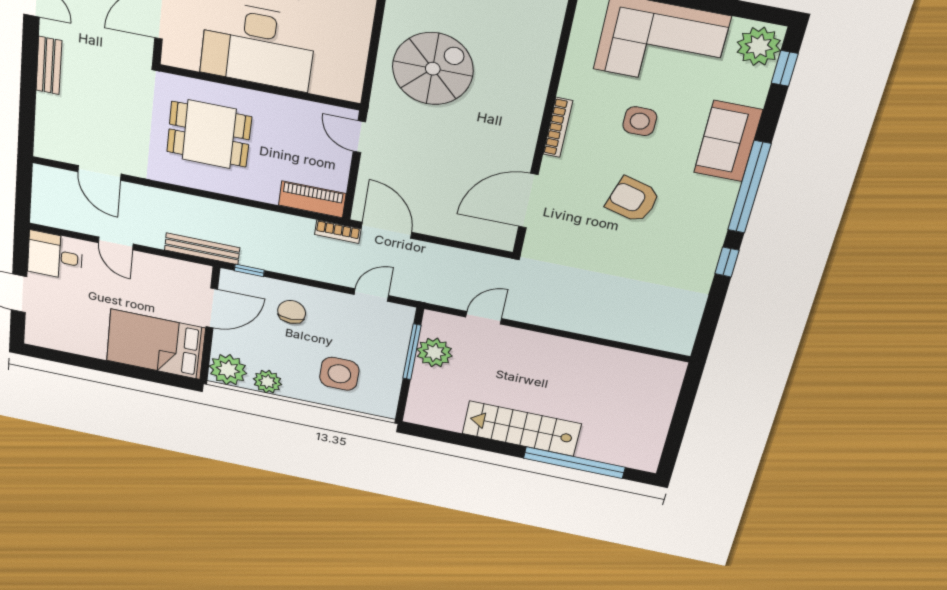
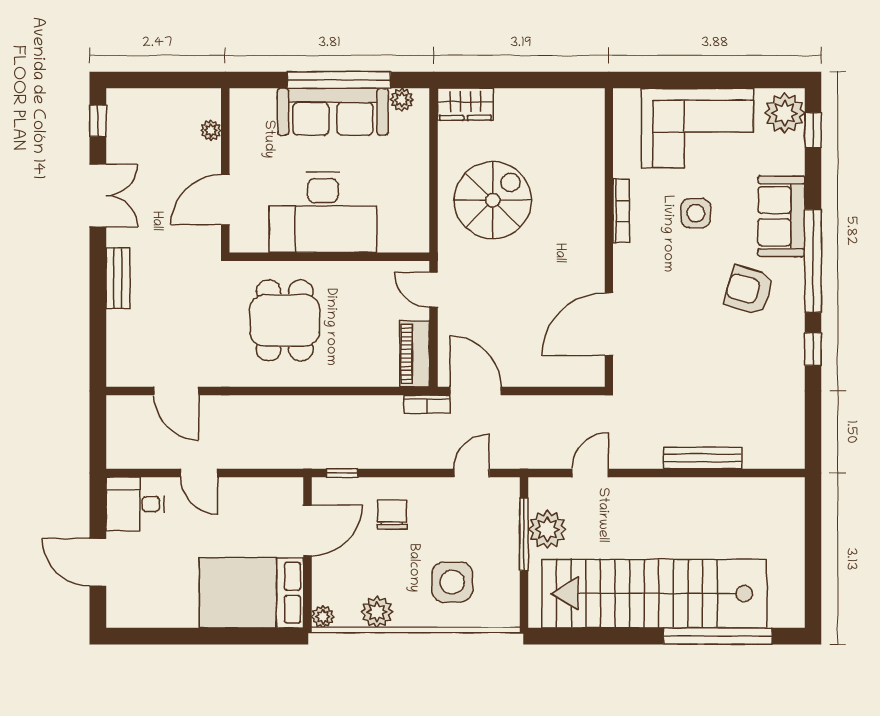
bookcase: (558, 127) -> (621, 211), moved
dining table: (209, 134) -> (285, 320), turned 90
piano: (312, 199) -> (415, 354), moved, turned -90
armchair: (633, 200) -> (749, 290), moved
bench: (202, 249) -> (703, 458), moved
plant: (228, 370) -> (323, 617), width x0.53, depth x0.53
stairs: (522, 429) -> (654, 594), width x1.86, depth x1.51

